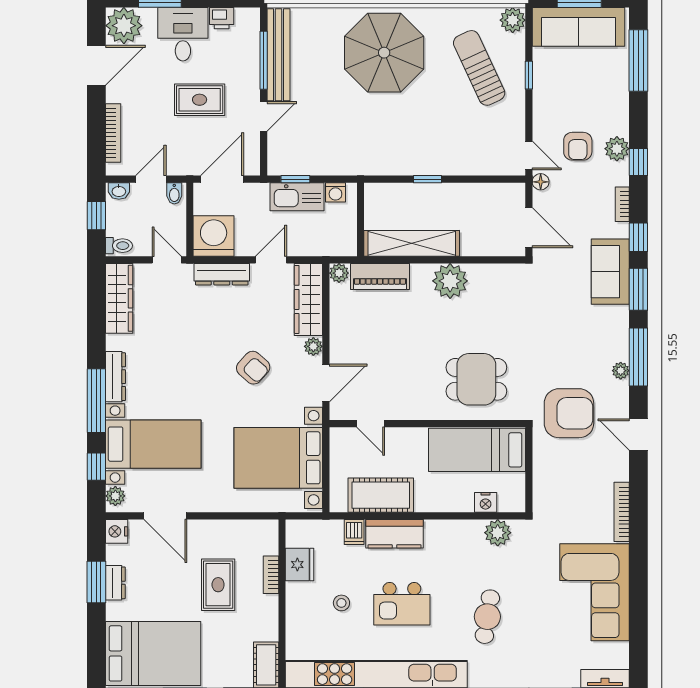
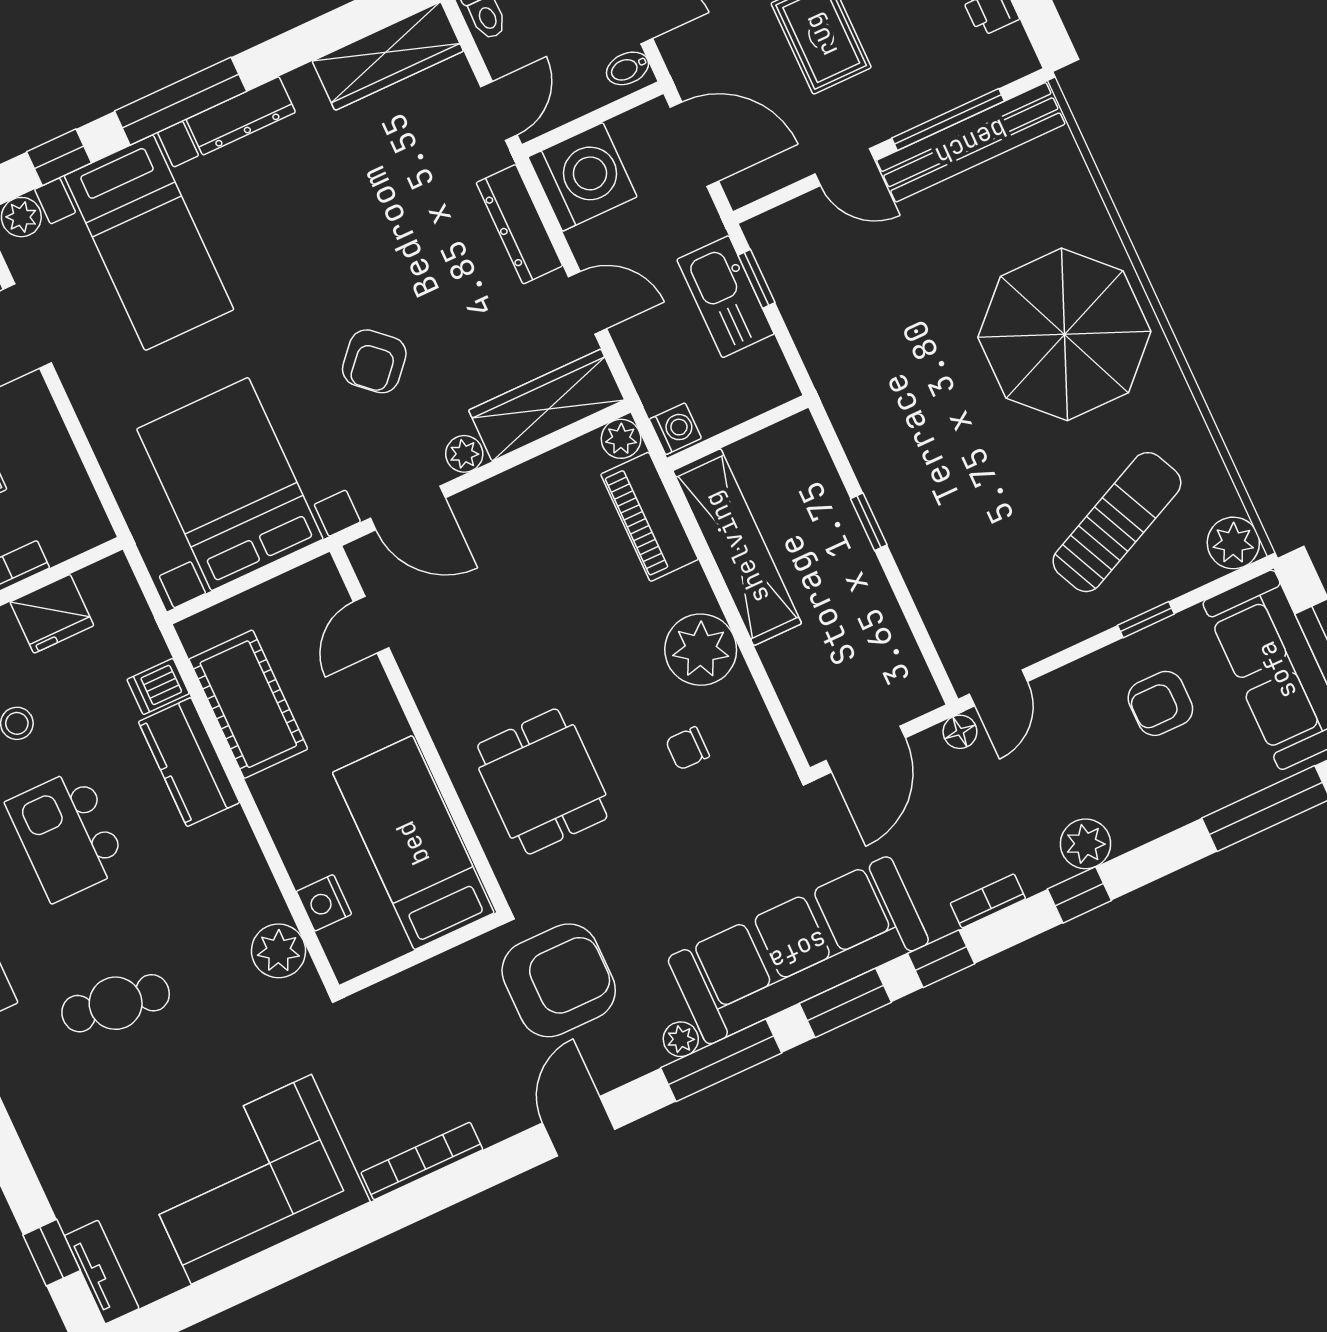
armchair: (578, 146) -> (1160, 703), moved
washing machine: (335, 192) -> (675, 429), moved, turned 180
sofa: (610, 272) -> (798, 950), width x1.85, depth x1.27
chair: (492, 307) -> (687, 748), added
armchair: (569, 413) -> (559, 980), turned -90

